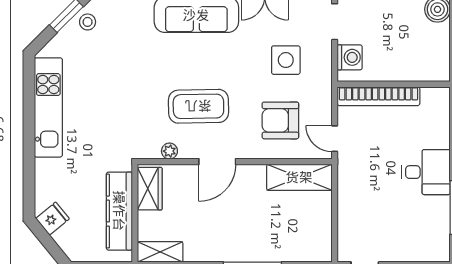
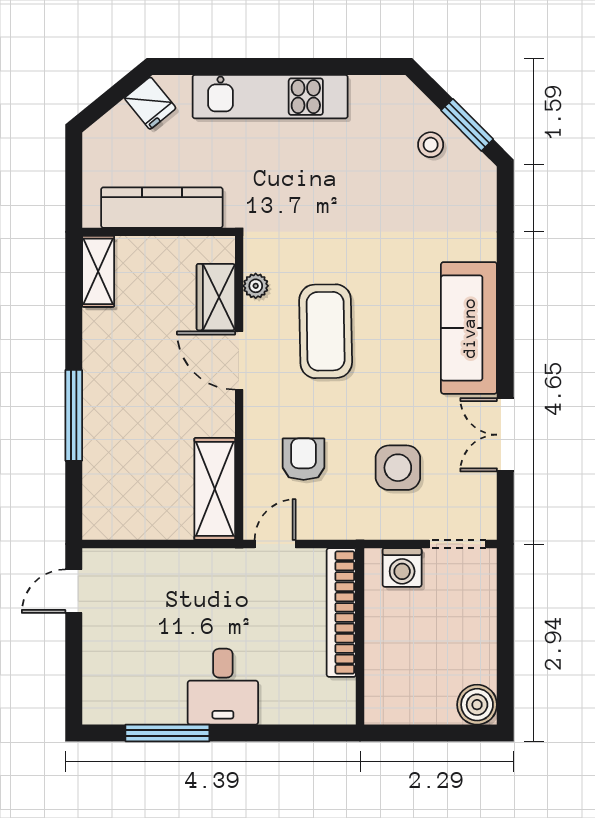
stool: (88, 22) -> (431, 145), moved
kitchen unit: (48, 107) -> (270, 97), moved
armchair: (280, 120) -> (304, 459), width x0.72, depth x0.72
wardrobe: (150, 189) -> (216, 297), moved, turned 90

